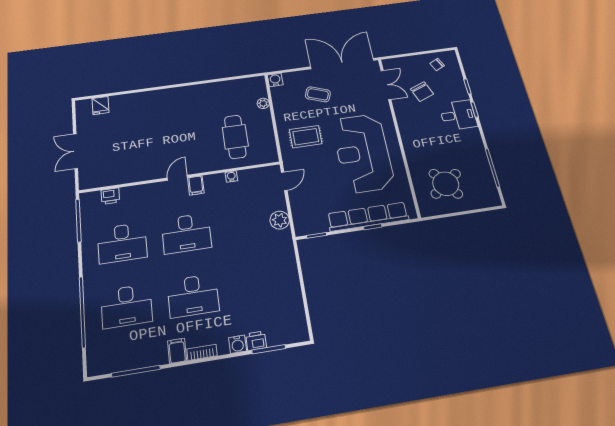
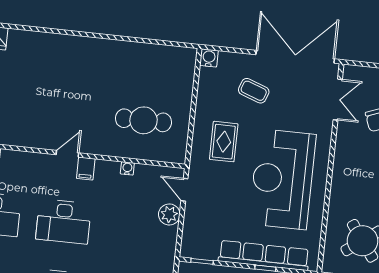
plant: (263, 103) -> (187, 86), removed
cafe table: (235, 137) -> (144, 120), turned 90
rug: (306, 137) -> (224, 142), turned 90
door: (284, 181) -> (184, 190), swing flipped
plant: (280, 220) -> (169, 214), moved

